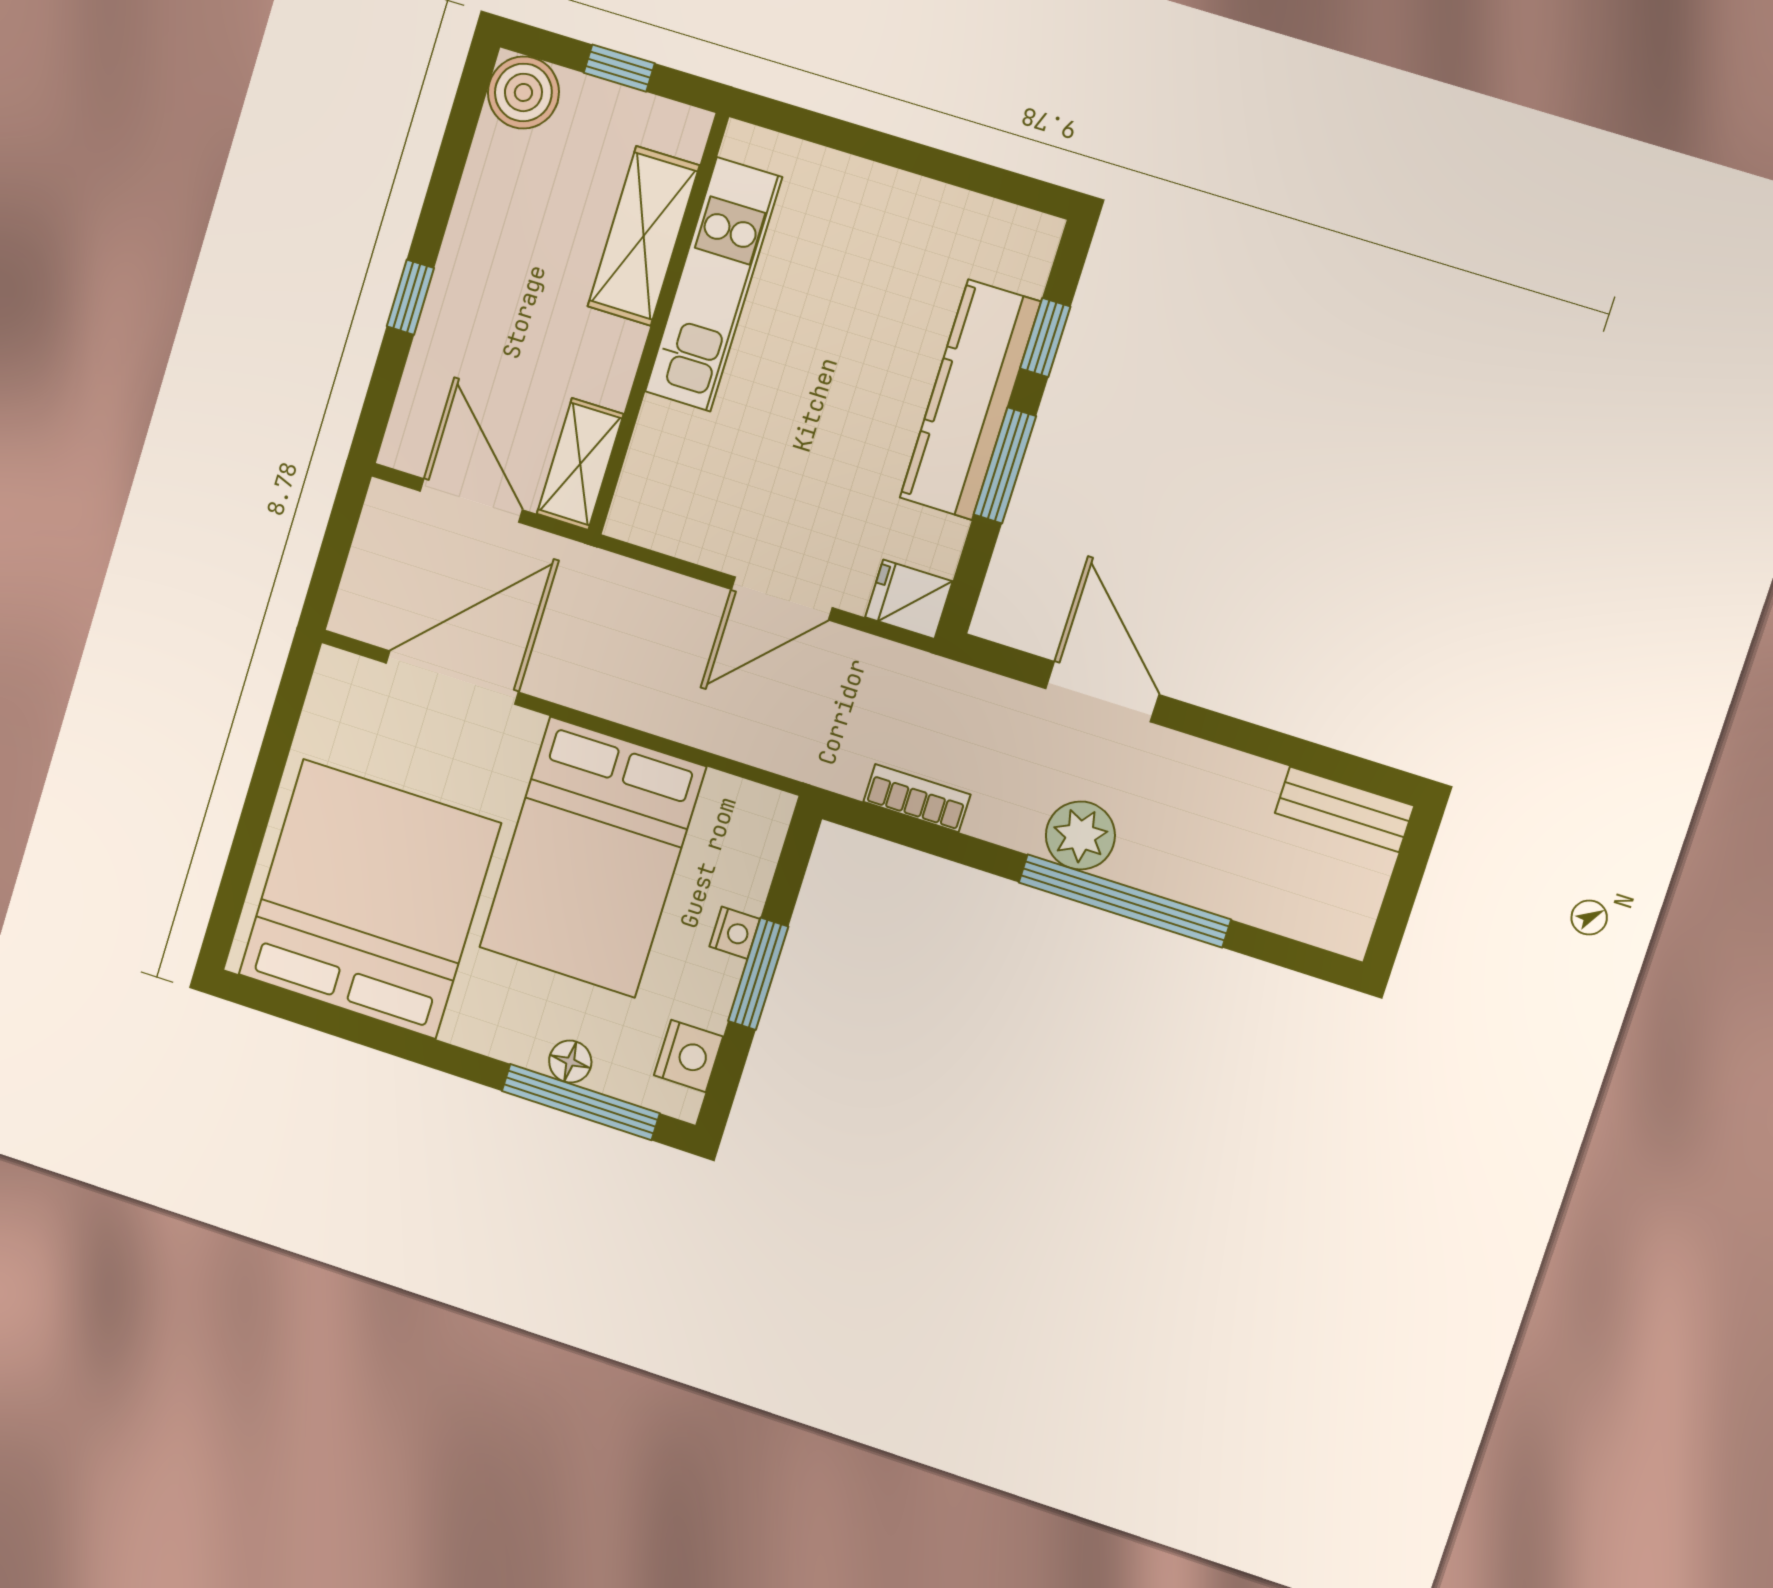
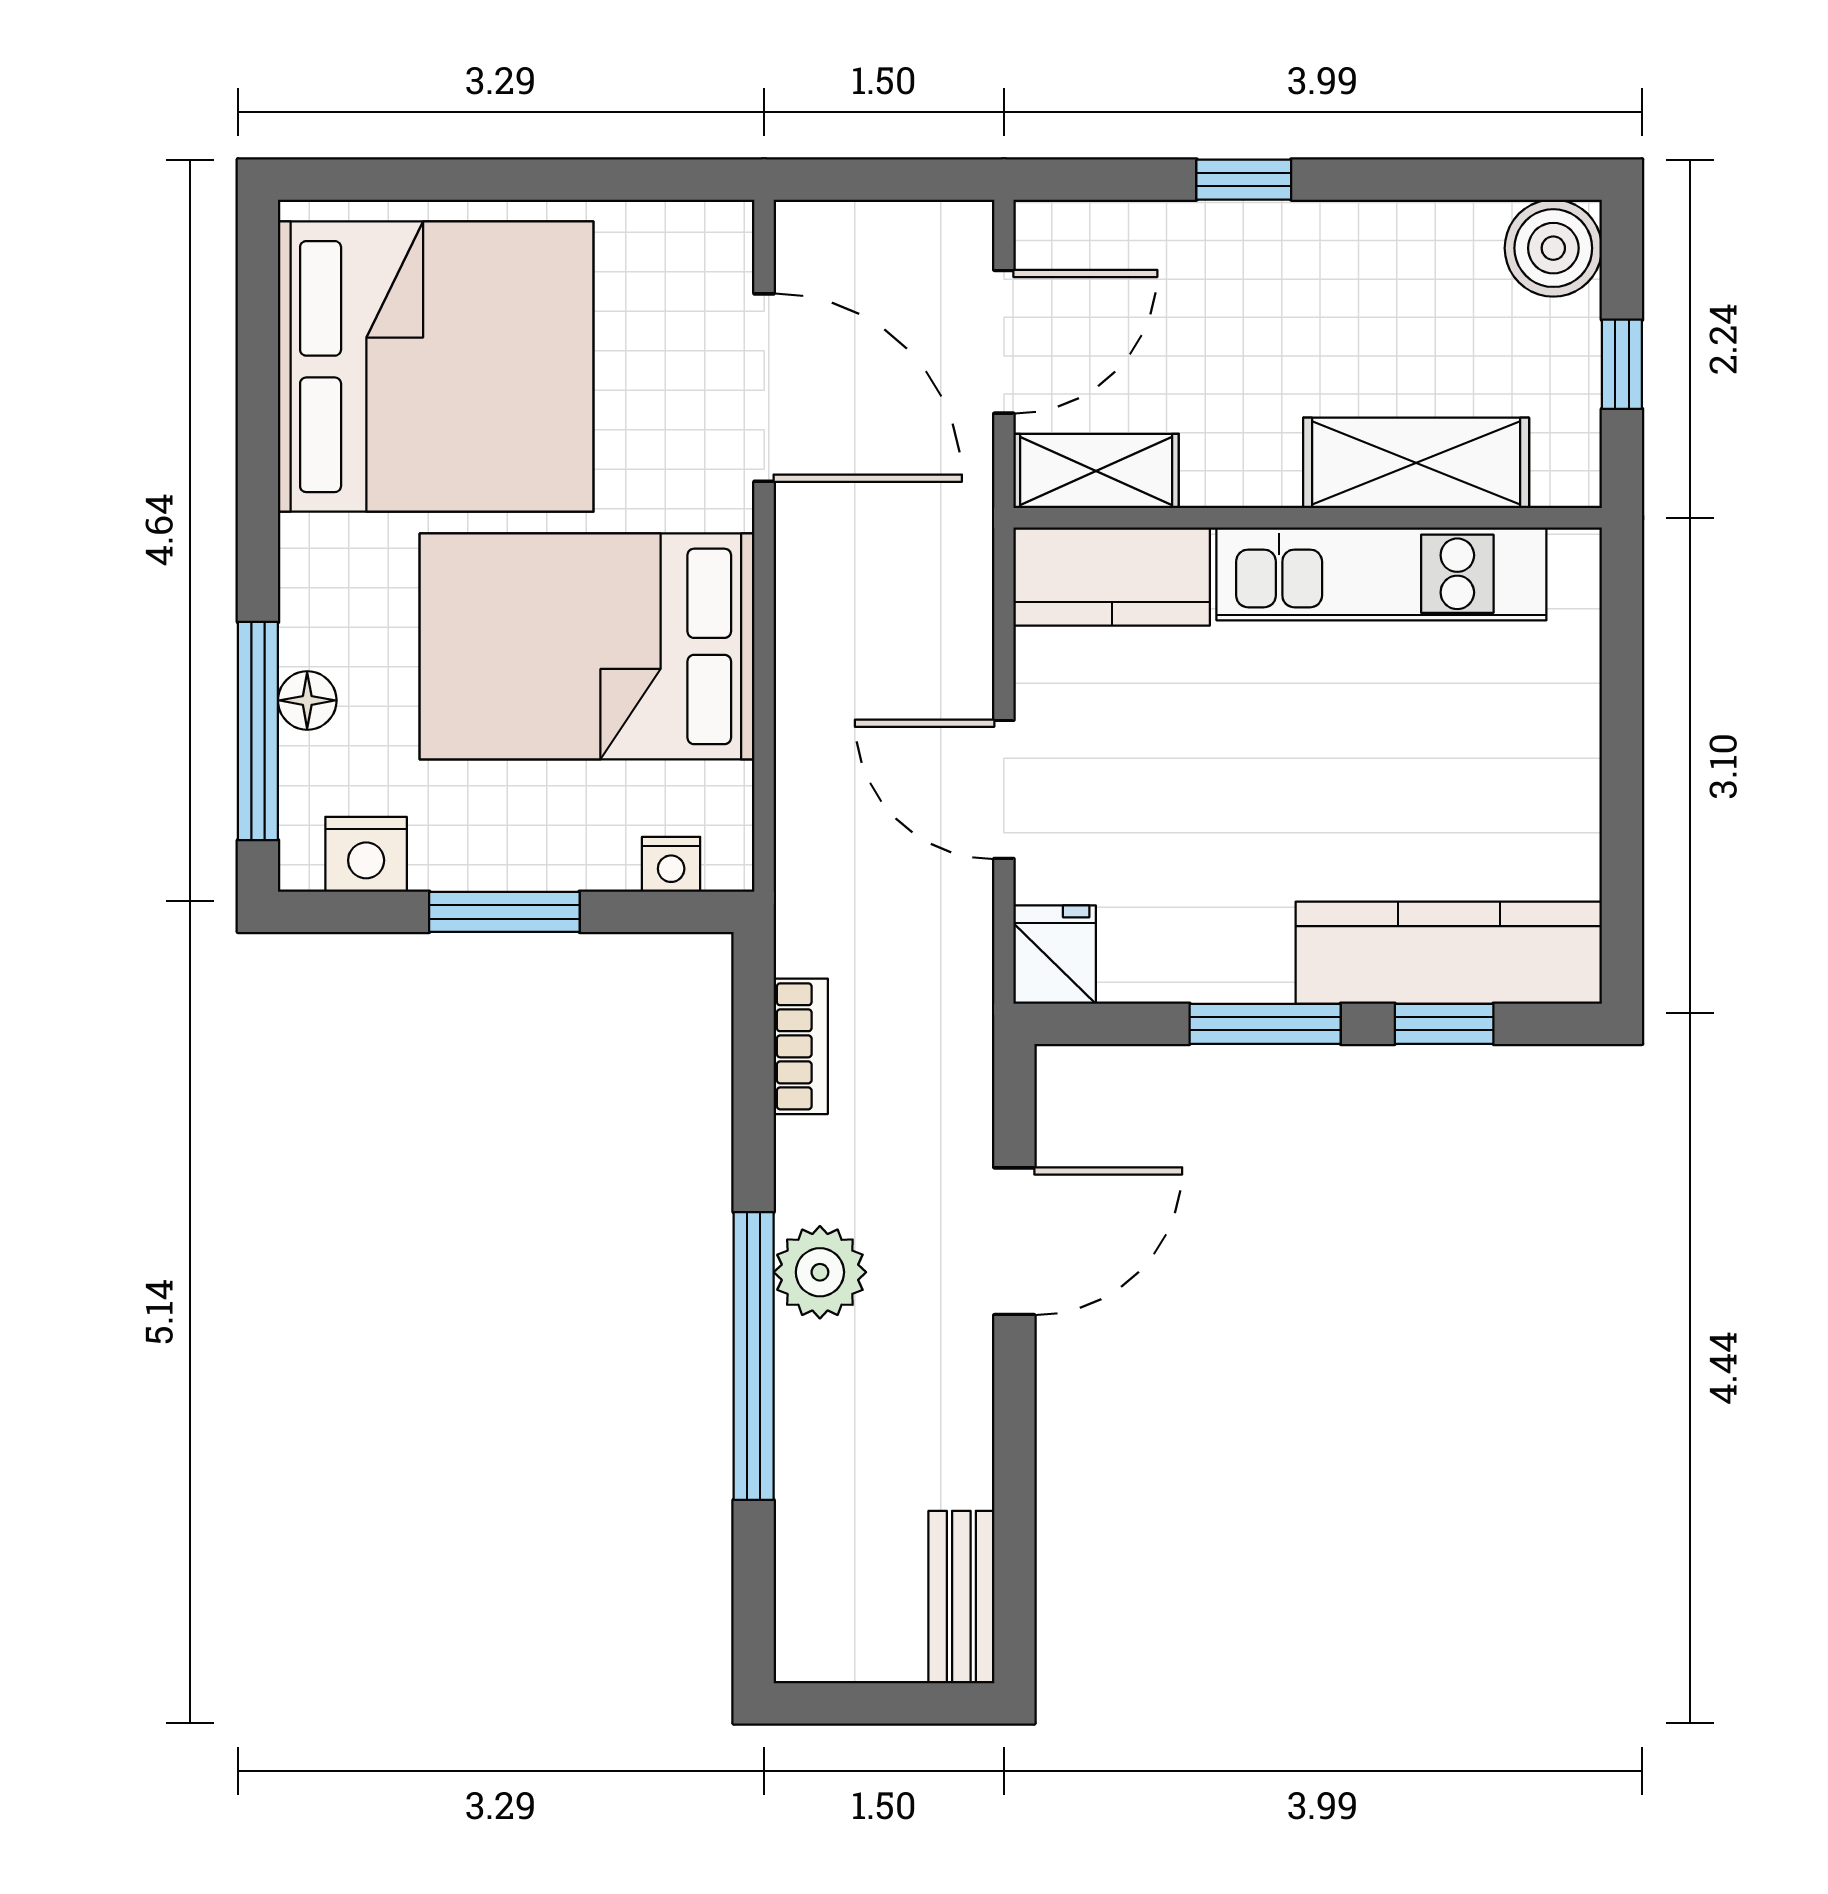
kitchen counter: (970, 400) -> (1449, 953), moved
kitchen counter: (657, 476) -> (1112, 576), added
nightstand: (735, 933) -> (671, 864), moved

